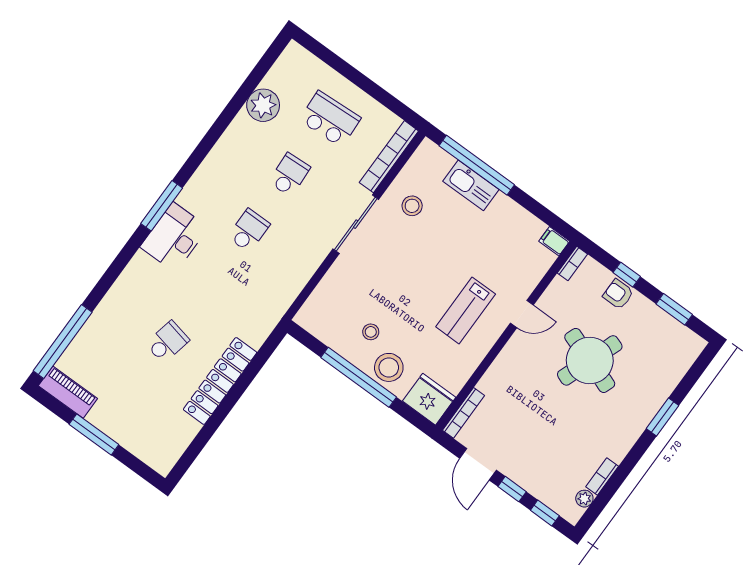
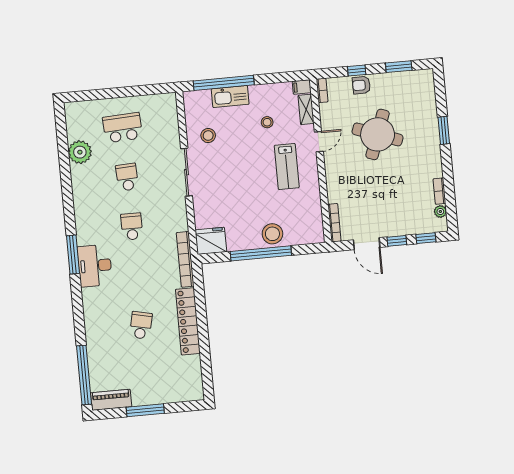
bookcase: (389, 157) -> (185, 259), moved
shelving: (538, 269) -> (306, 109), added
stool: (371, 332) -> (267, 122), moved
fridge: (429, 399) -> (211, 241), moved

